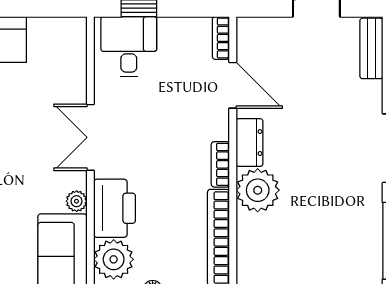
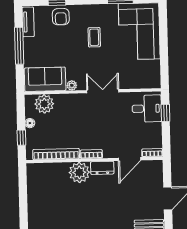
printer: (115, 208) -> (69, 104), removed

